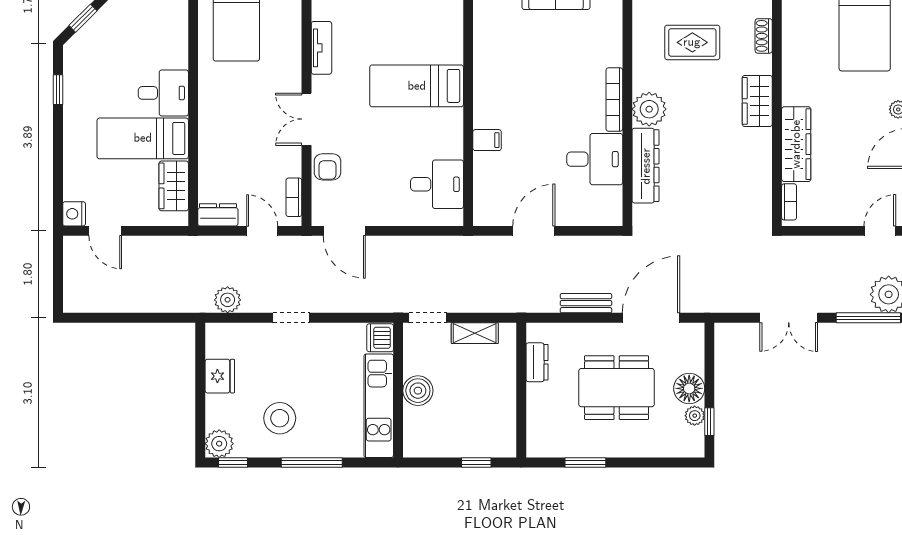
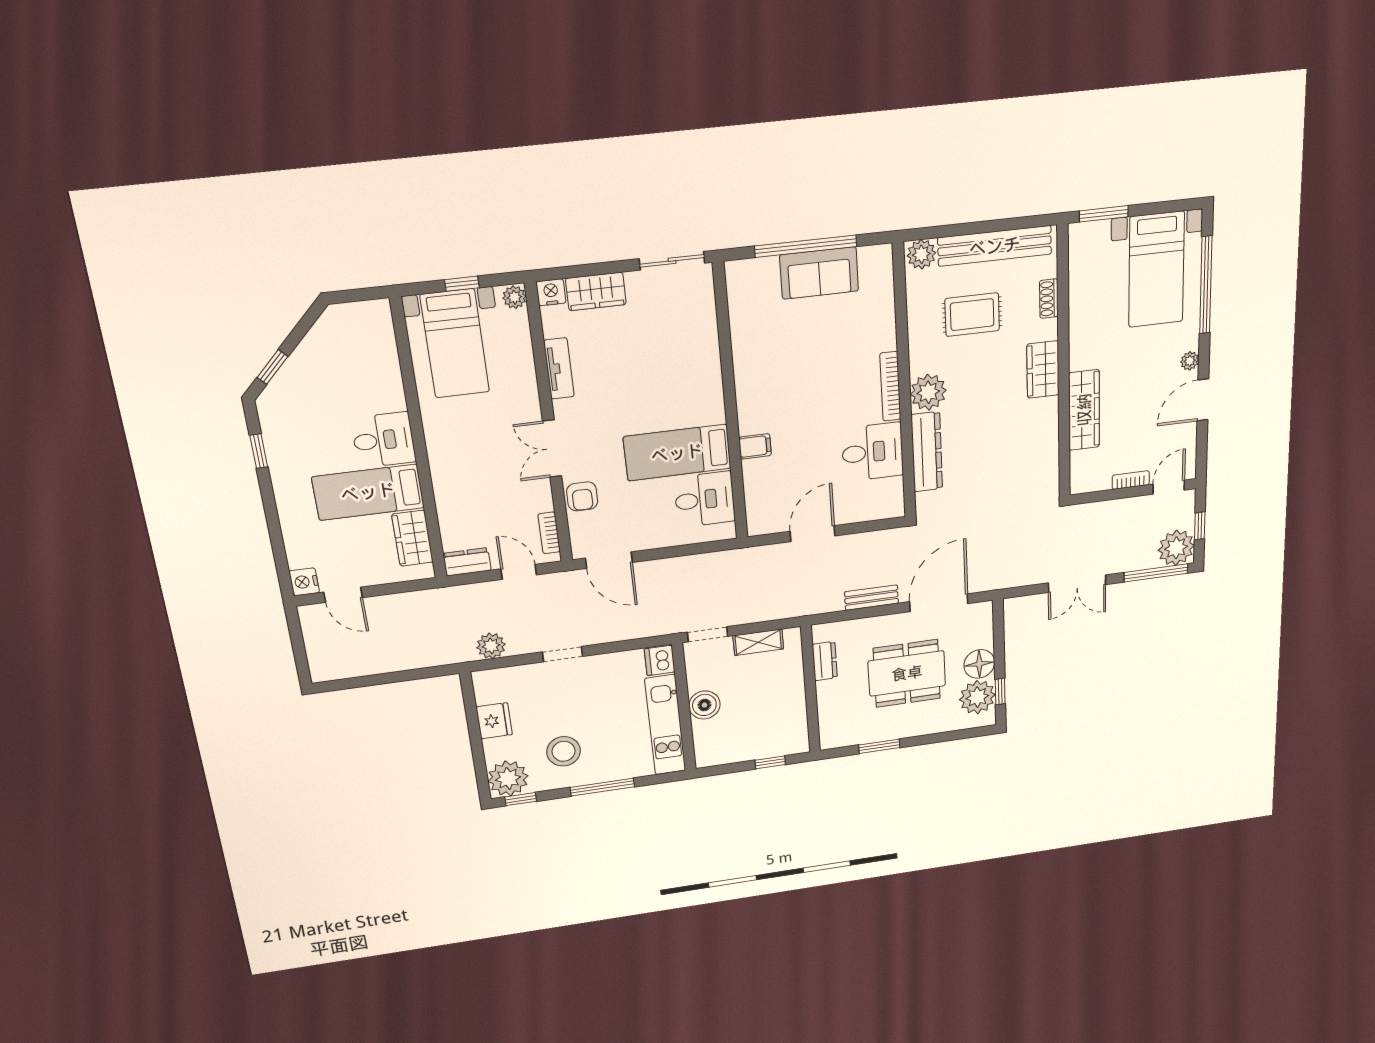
bed: (417, 86) -> (677, 453), moved
bookcase: (789, 202) -> (1131, 480), moved, turned -90
plant: (695, 416) -> (977, 697), width x1.88, depth x1.88
plant: (219, 444) -> (508, 778), width x1.36, depth x1.36

